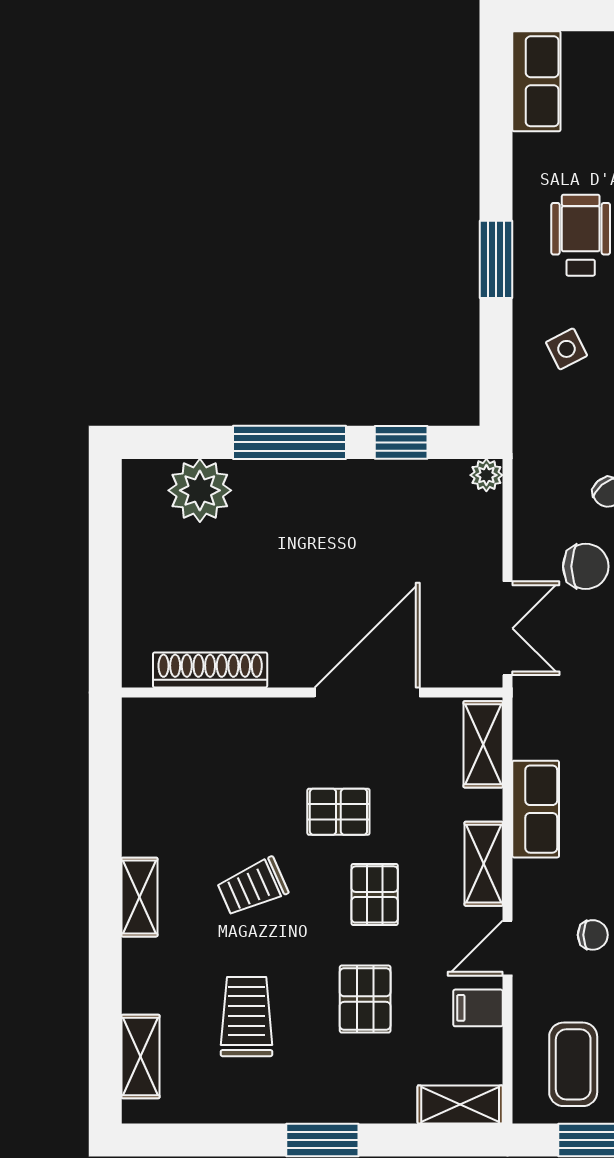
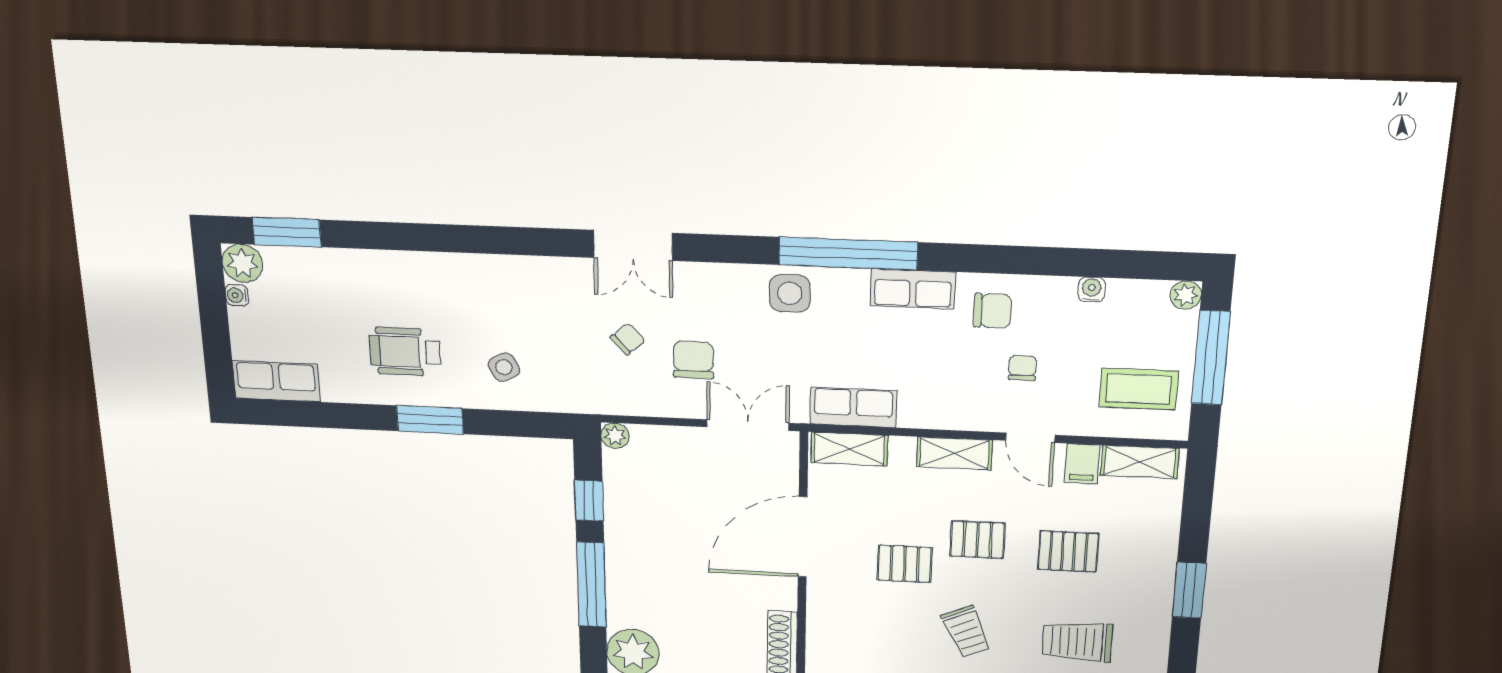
door: (367, 692) -> (803, 537), hinge flipped
row of seats: (536, 809) -> (853, 407), moved
pallet: (338, 812) -> (905, 564), turned 90
shelving: (460, 1104) -> (1140, 462), moved, turned 90

